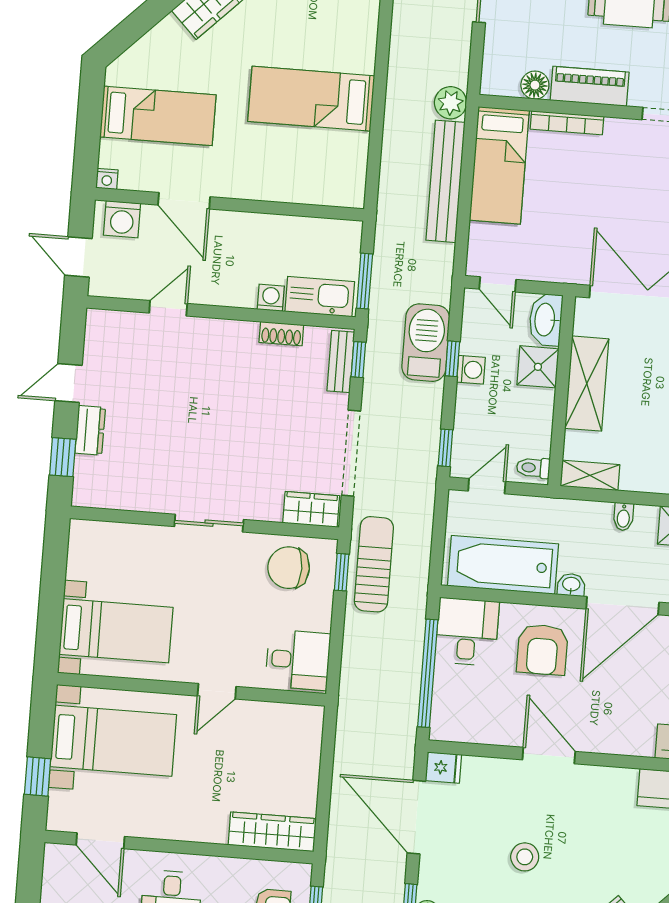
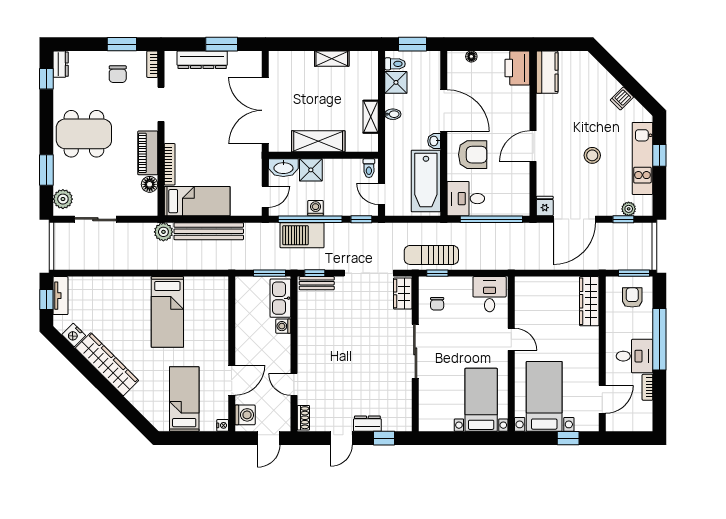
shoe rack: (281, 334) -> (303, 418), moved
window: (452, 359) -> (310, 219), width x3.17
door: (69, 383) -> (341, 438), hinge flipped
shelving: (590, 475) -> (371, 117), moved
sliding door: (209, 523) -> (415, 351), width x1.37
chair: (289, 568) -> (437, 304), width x0.54, depth x0.54

